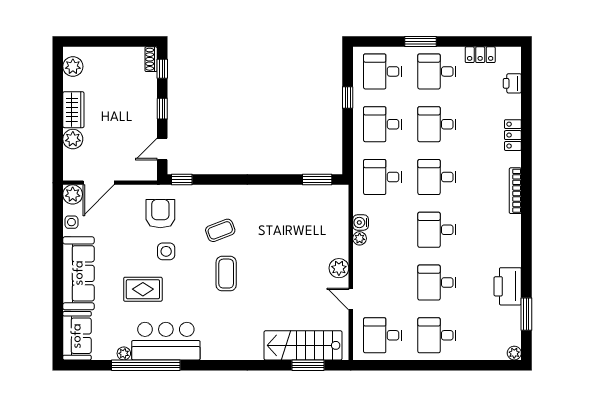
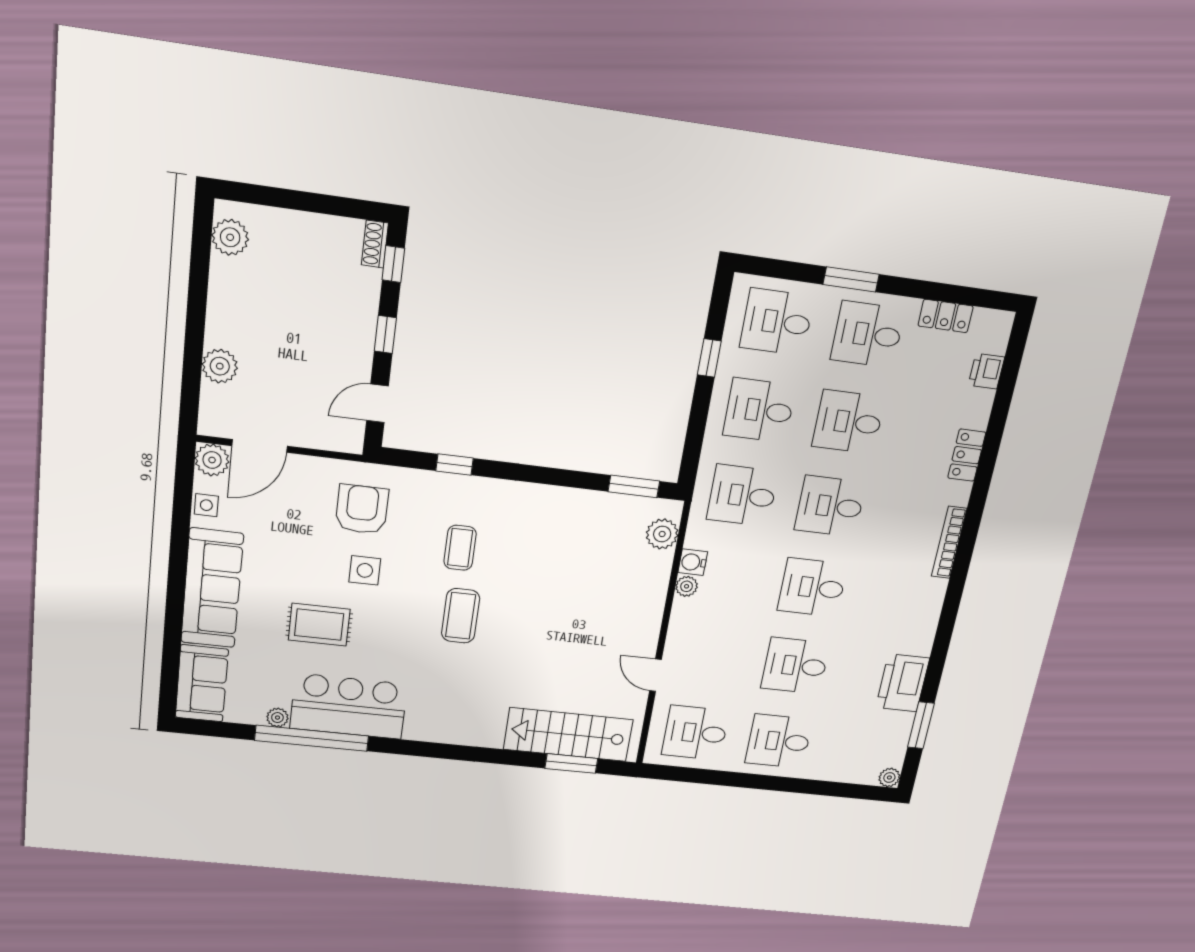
wardrobe: (73, 110) -> (225, 315), removed
window: (182, 180) -> (455, 464), moved
coffee table: (220, 230) -> (460, 548), turned -69
plant: (339, 268) -> (662, 534), moved

